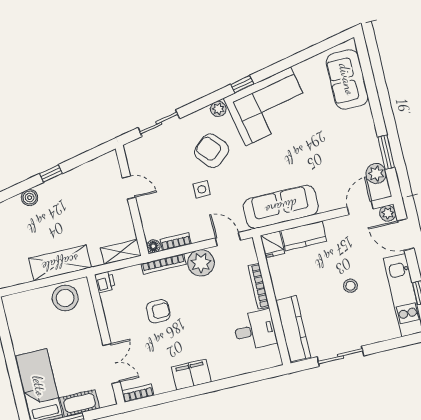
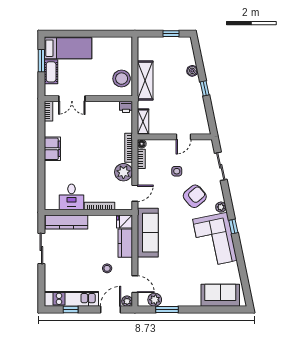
side table: (202, 189) -> (177, 171), moved
stool: (350, 286) -> (107, 268), moved
armchair: (158, 311) -> (99, 137), removed

